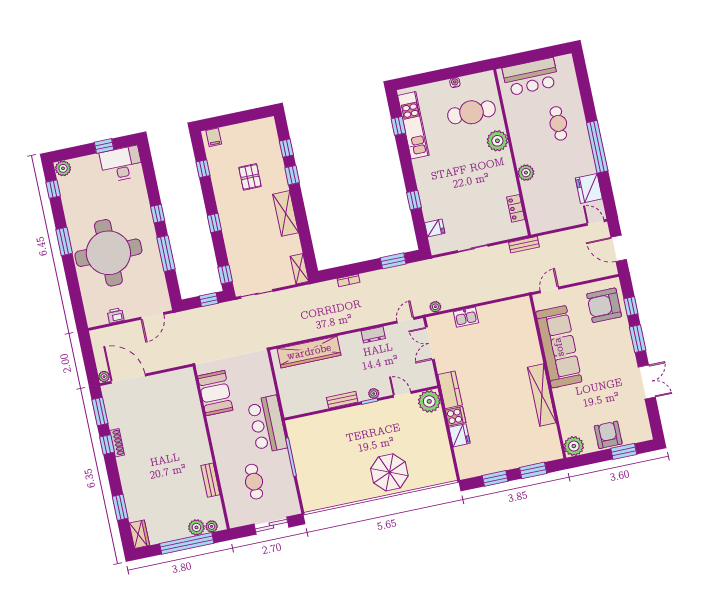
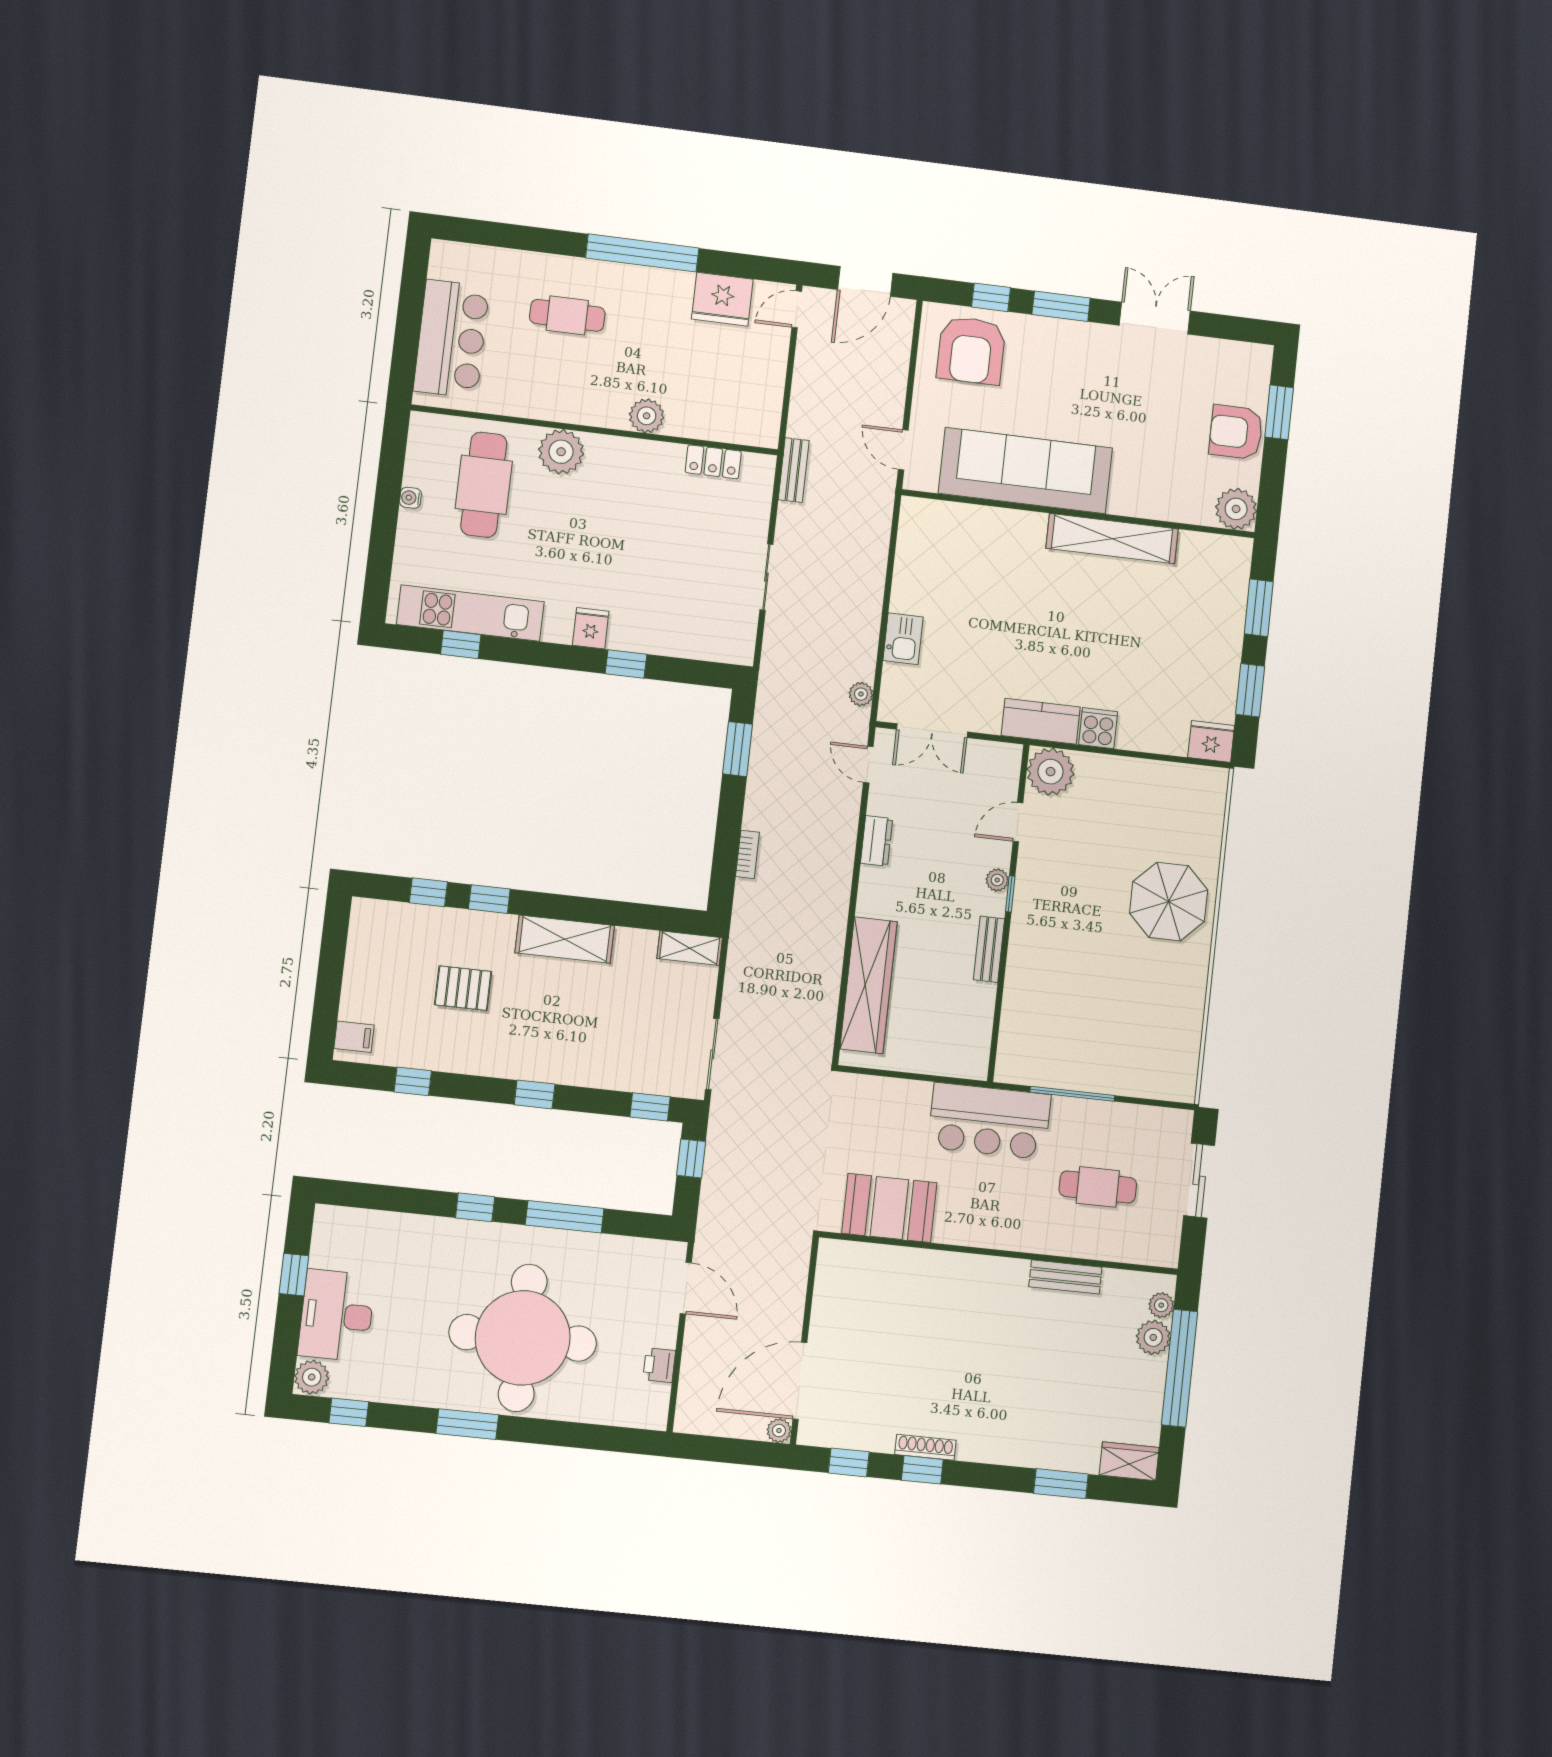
desk: (121, 164) -> (337, 1315), moved
fridge: (435, 228) -> (591, 628), moved
window: (100, 411) -> (849, 1462), width x0.67
fridge: (460, 435) -> (1211, 741), moved

